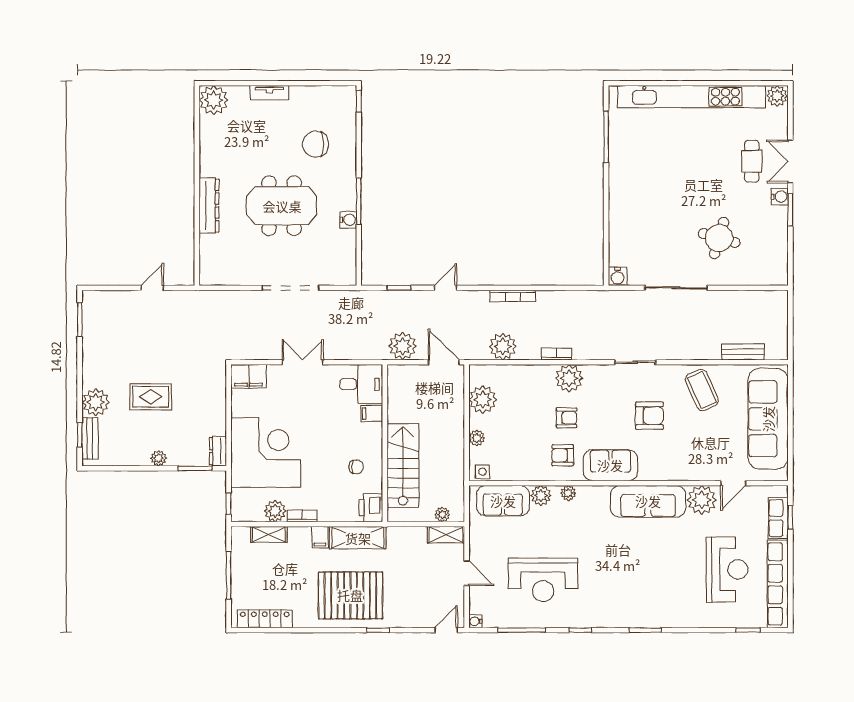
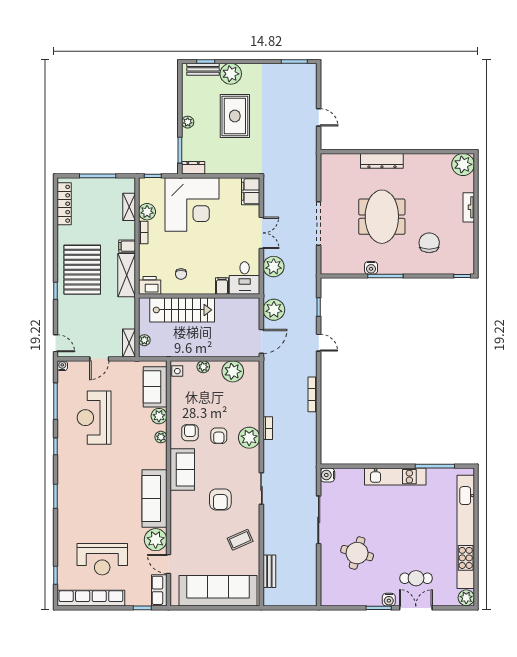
kitchen unit: (620, 188) -> (395, 477), added
plant: (503, 347) -> (274, 267), moved
coffee table: (702, 390) -> (240, 540), width x0.73, depth x0.77
rug: (151, 397) -> (235, 116), width x1.36, depth x1.43
row of seats: (778, 518) -> (159, 590), moved, turned -90

